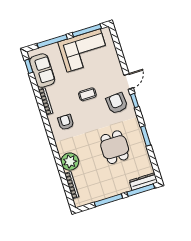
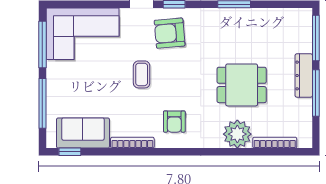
corner sofa: (84, 50) -> (83, 34), moved, turned 90
armchair: (66, 122) -> (174, 122), turned -90
dining table: (115, 147) -> (242, 85), moved
dresser: (143, 182) -> (304, 75), moved

